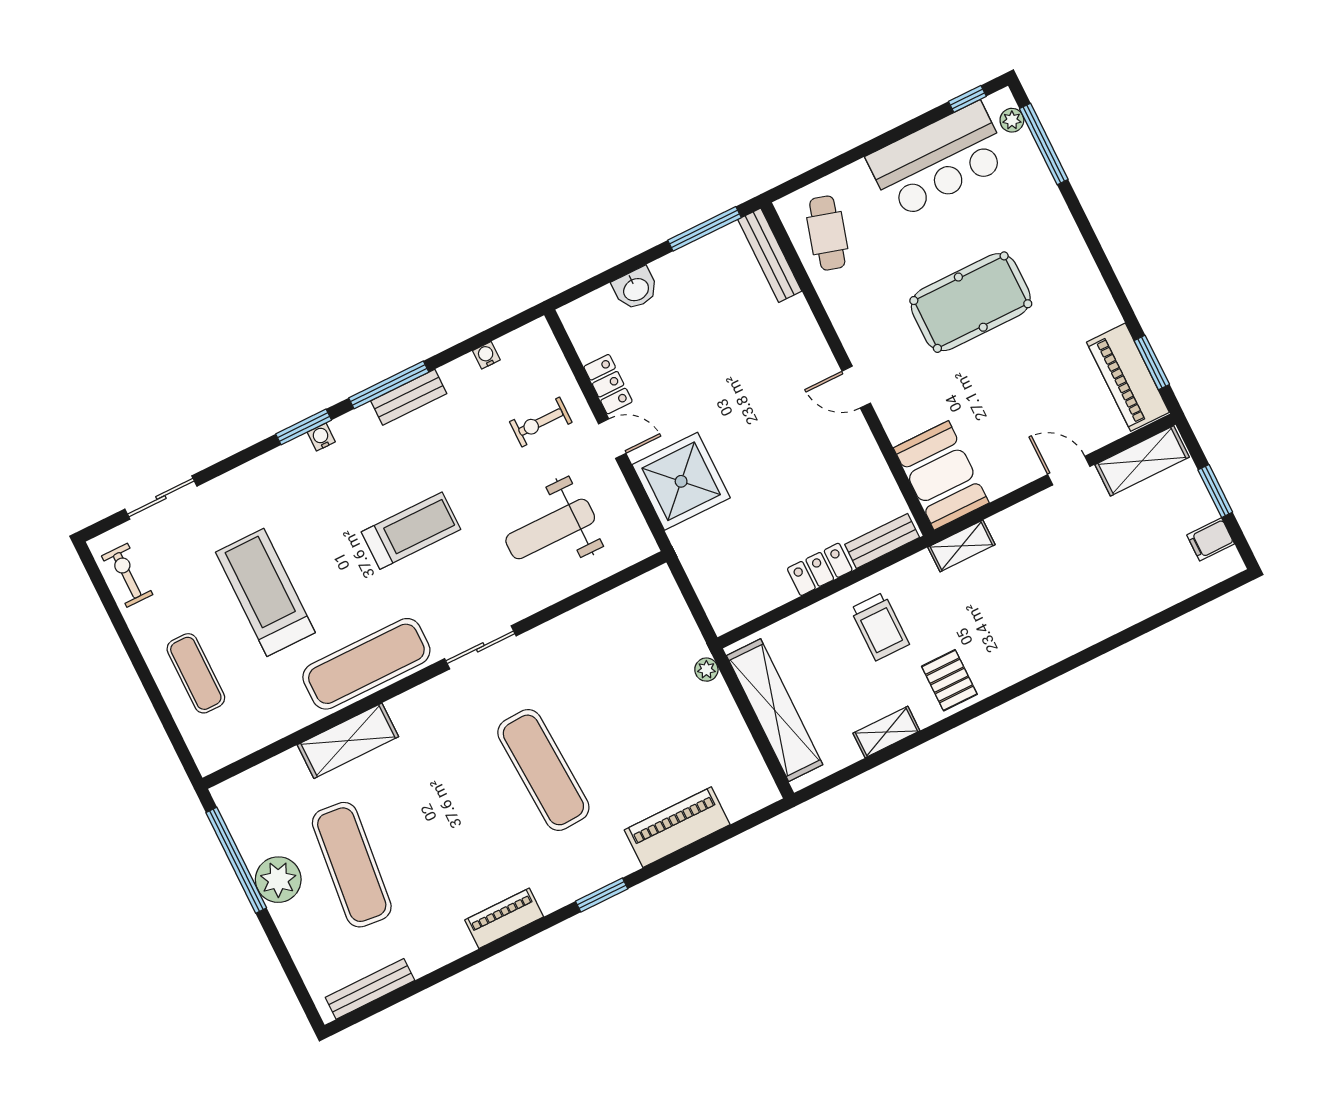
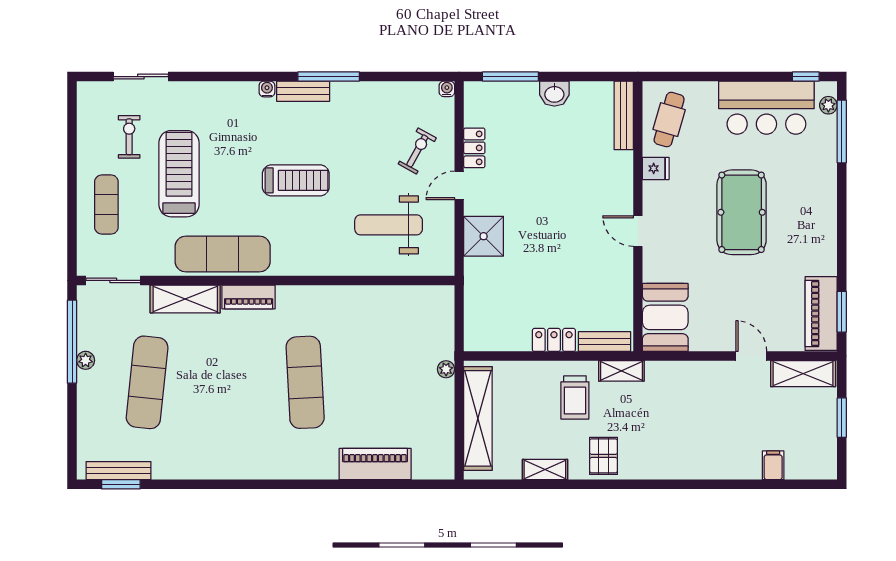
window: (705, 229) -> (510, 77), moved
washbasin: (636, 289) -> (554, 94), moved
fridge: (840, 300) -> (656, 168), added
pool table: (971, 302) -> (742, 212), turned 90
water cooler: (486, 355) -> (447, 89), moved
bench: (409, 397) -> (303, 91), moved
exercise bike: (541, 422) -> (417, 151), turned 119
window: (304, 427) -> (259, 77), removed
door: (612, 439) -> (459, 185), swing flipped
shower: (681, 481) -> (484, 236), width x0.73, depth x0.73
filing cabinet: (1211, 539) -> (773, 465), moved, turned 90
shelving: (961, 546) -> (621, 371), moved
exercise bike: (127, 575) -> (129, 137), moved
sliding door: (480, 647) -> (113, 280), moved
plant: (278, 880) -> (86, 360), width x0.53, depth x0.53
window: (602, 895) -> (121, 484), moved
piano: (504, 918) -> (249, 297), moved, turned 180

